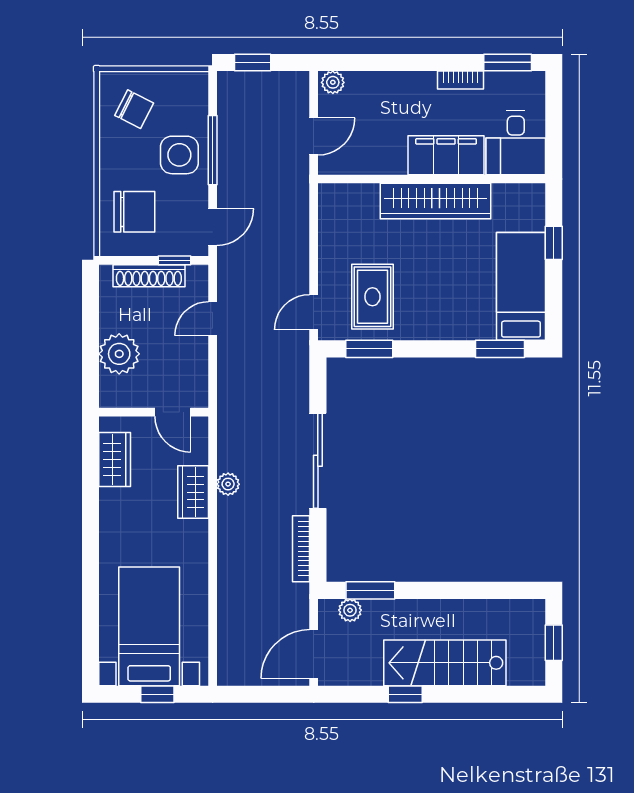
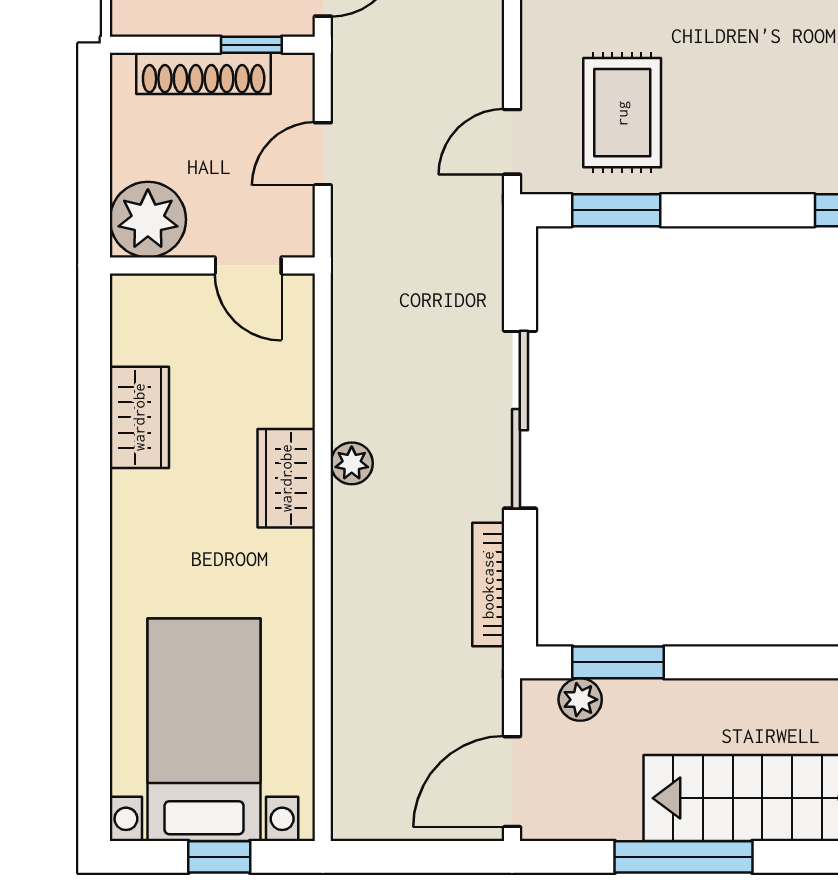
wall: (154, 412) -> (212, 265), moved
door: (173, 412) -> (248, 265), moved
window: (405, 694) -> (684, 857), width x2.17

